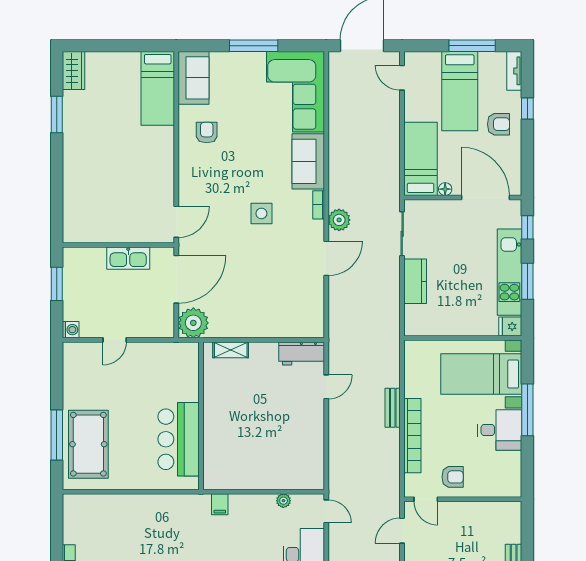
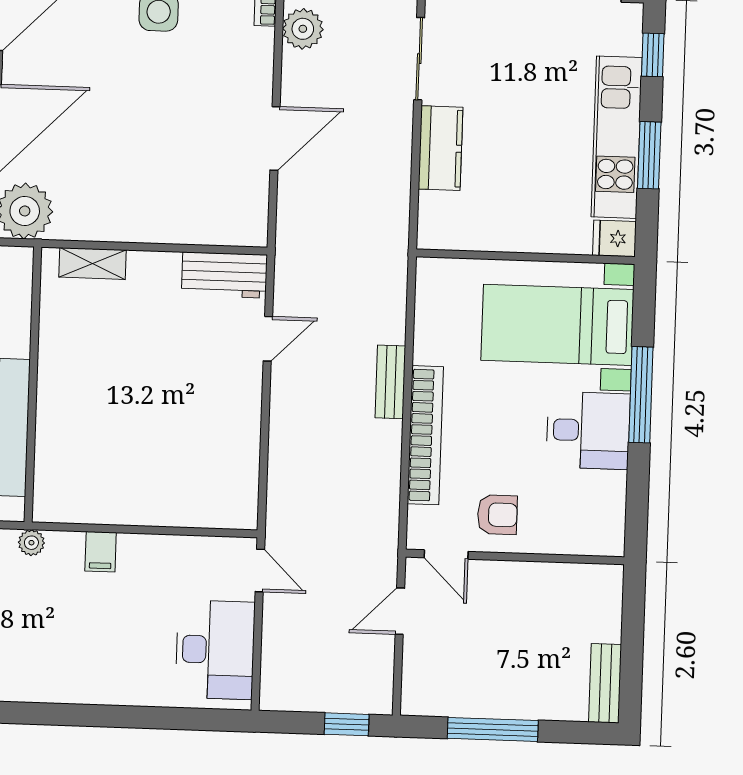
door: (326, 258) -> (275, 138), moved
plant: (283, 501) -> (31, 543), moved
filing cabinet: (220, 504) -> (101, 552), moved

